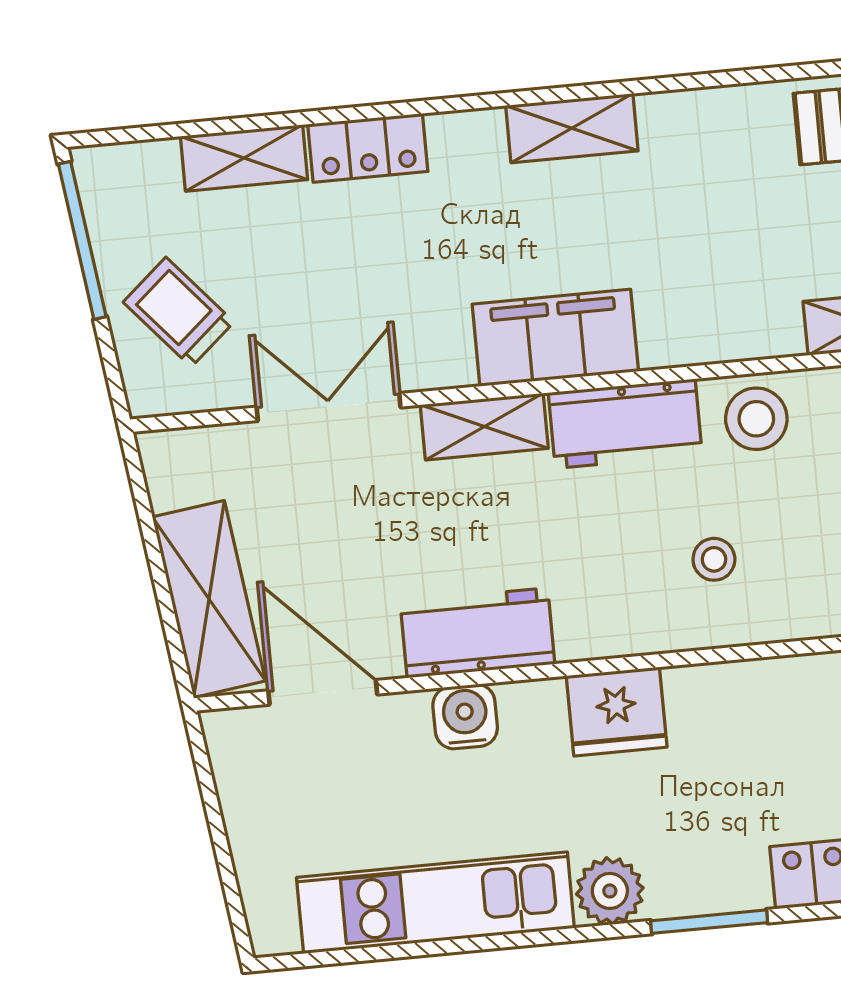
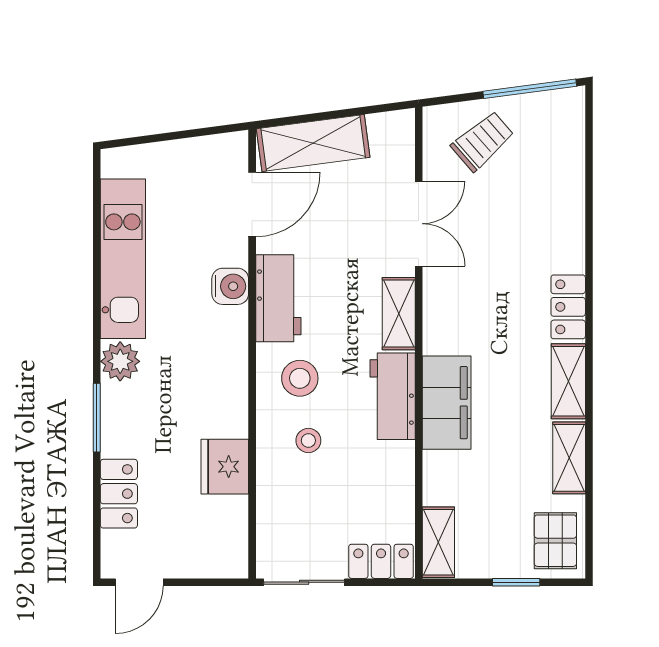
locker: (368, 148) -> (568, 307), moved
shelving: (244, 158) -> (569, 458), moved
filing cabinet: (555, 338) -> (447, 403), moved
stool: (756, 419) -> (300, 378), moved
fridge: (617, 711) -> (225, 467), moved

